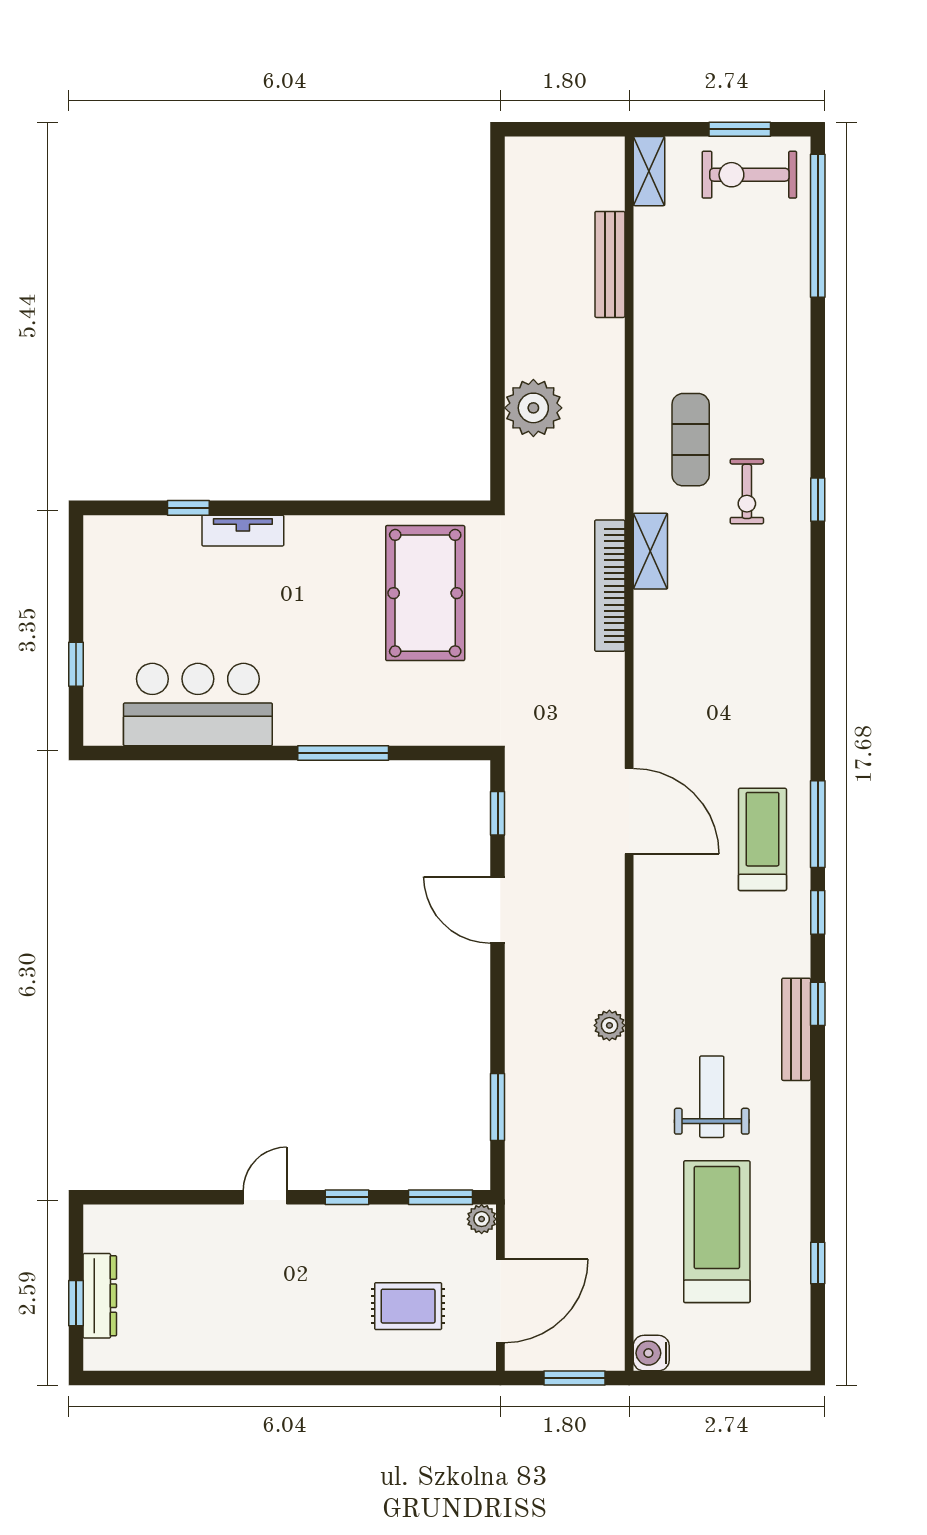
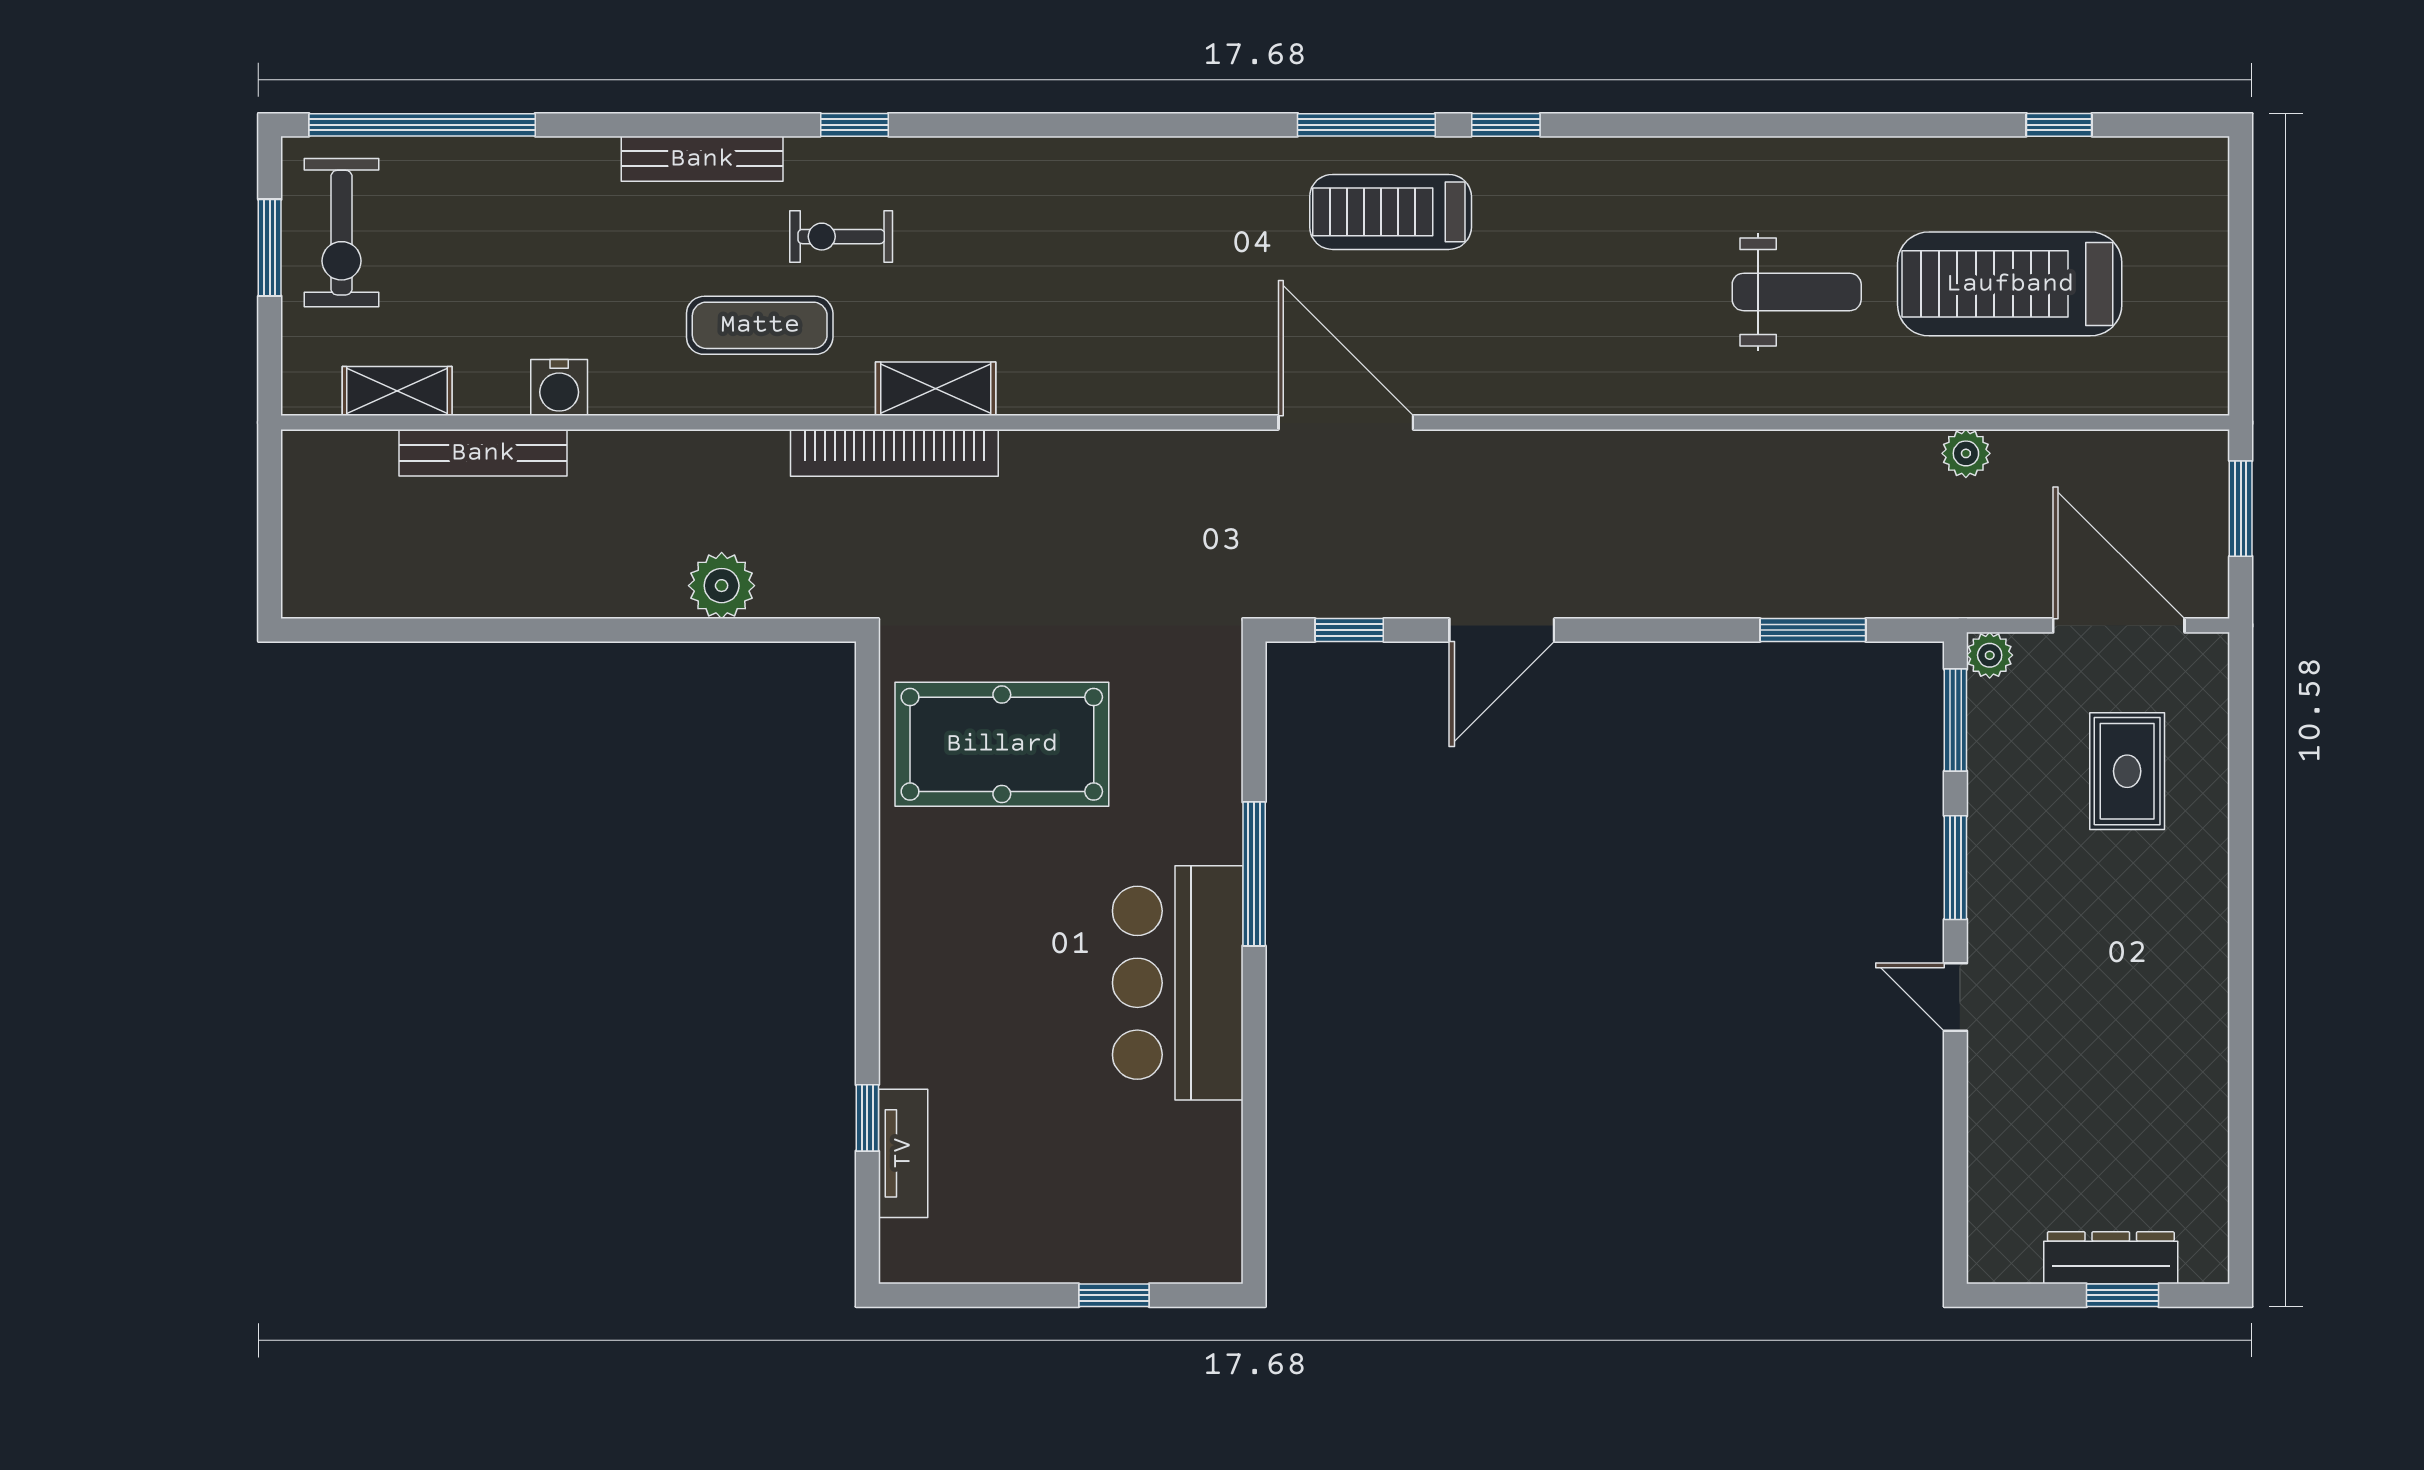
shelving: (649, 171) -> (397, 391), moved
plant: (533, 408) -> (722, 586), width x0.73, depth x0.73
exercise bike: (747, 491) -> (841, 237), turned 180
tv unit: (243, 531) -> (903, 1153), moved
bookcase: (610, 586) -> (894, 453), moved
bar counter: (198, 705) -> (1178, 983), moved
door: (629, 811) -> (1346, 423), hinge flipped
window: (818, 1004) -> (1650, 125), removed
plant: (609, 1025) -> (1966, 453), moved
bench: (796, 1029) -> (702, 159), moved
weight bench: (712, 1097) -> (1797, 292), turned 180
window: (347, 1197) -> (1955, 868), width x1.50
water cooler: (651, 1353) -> (559, 387), moved

